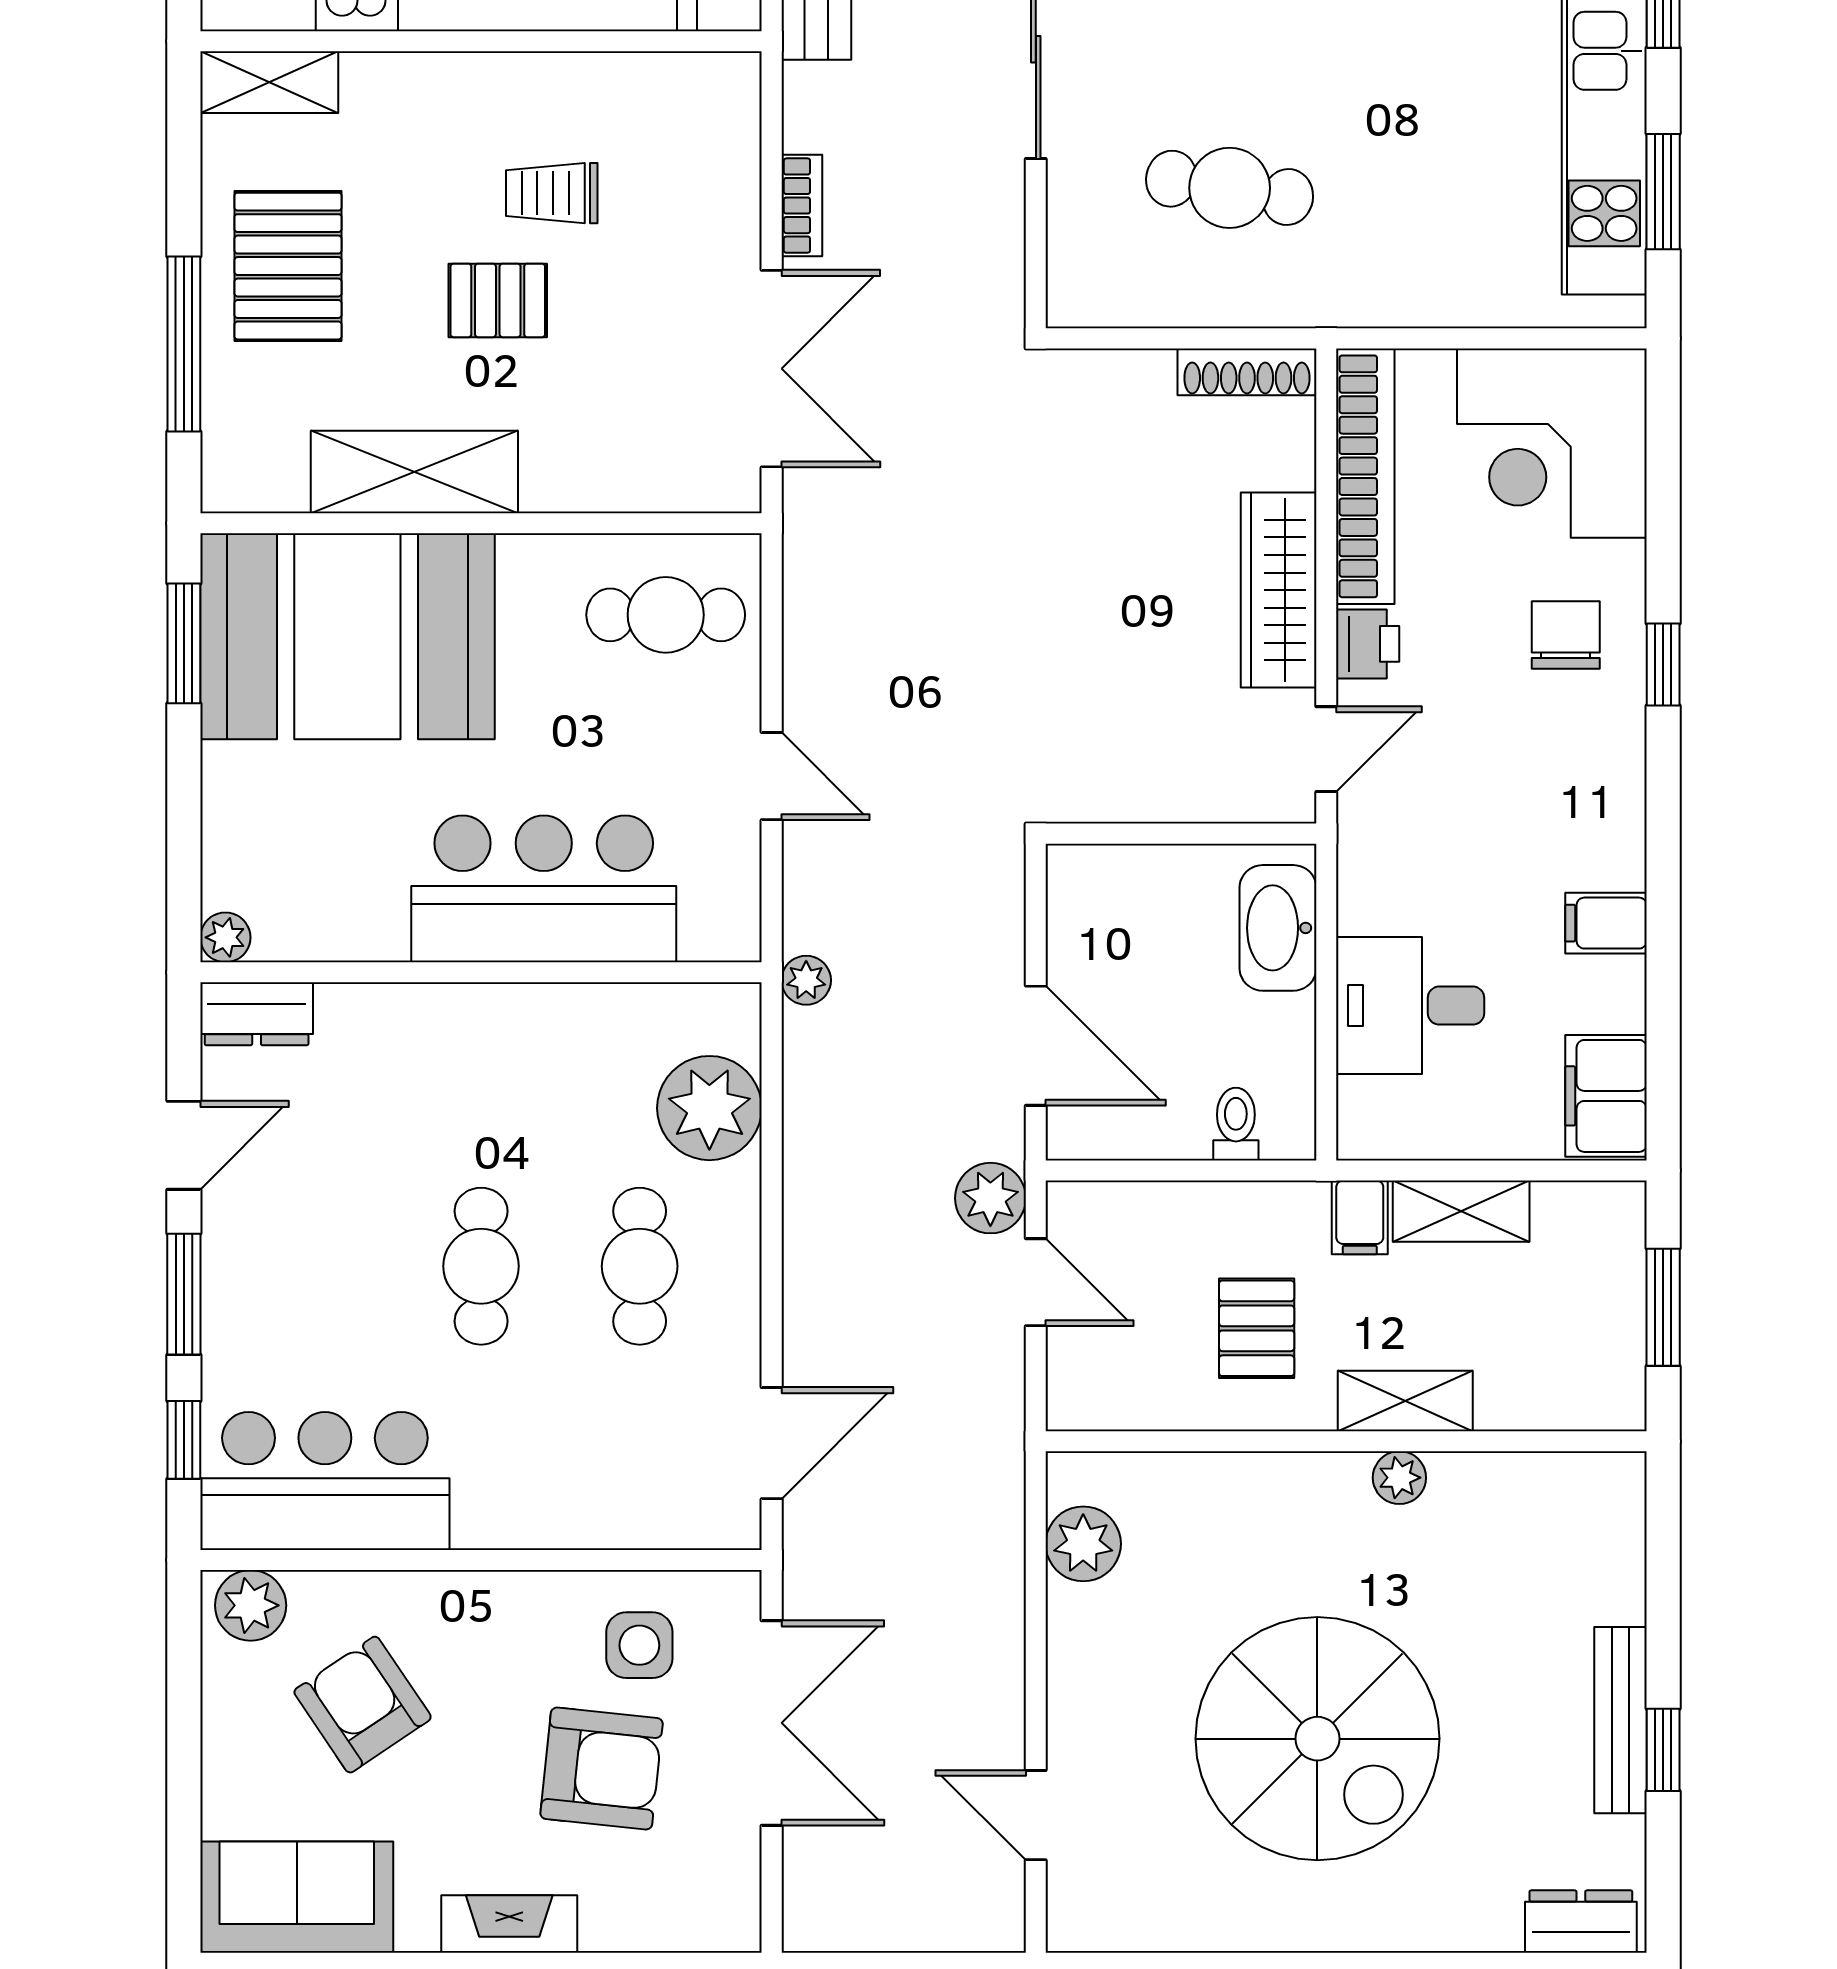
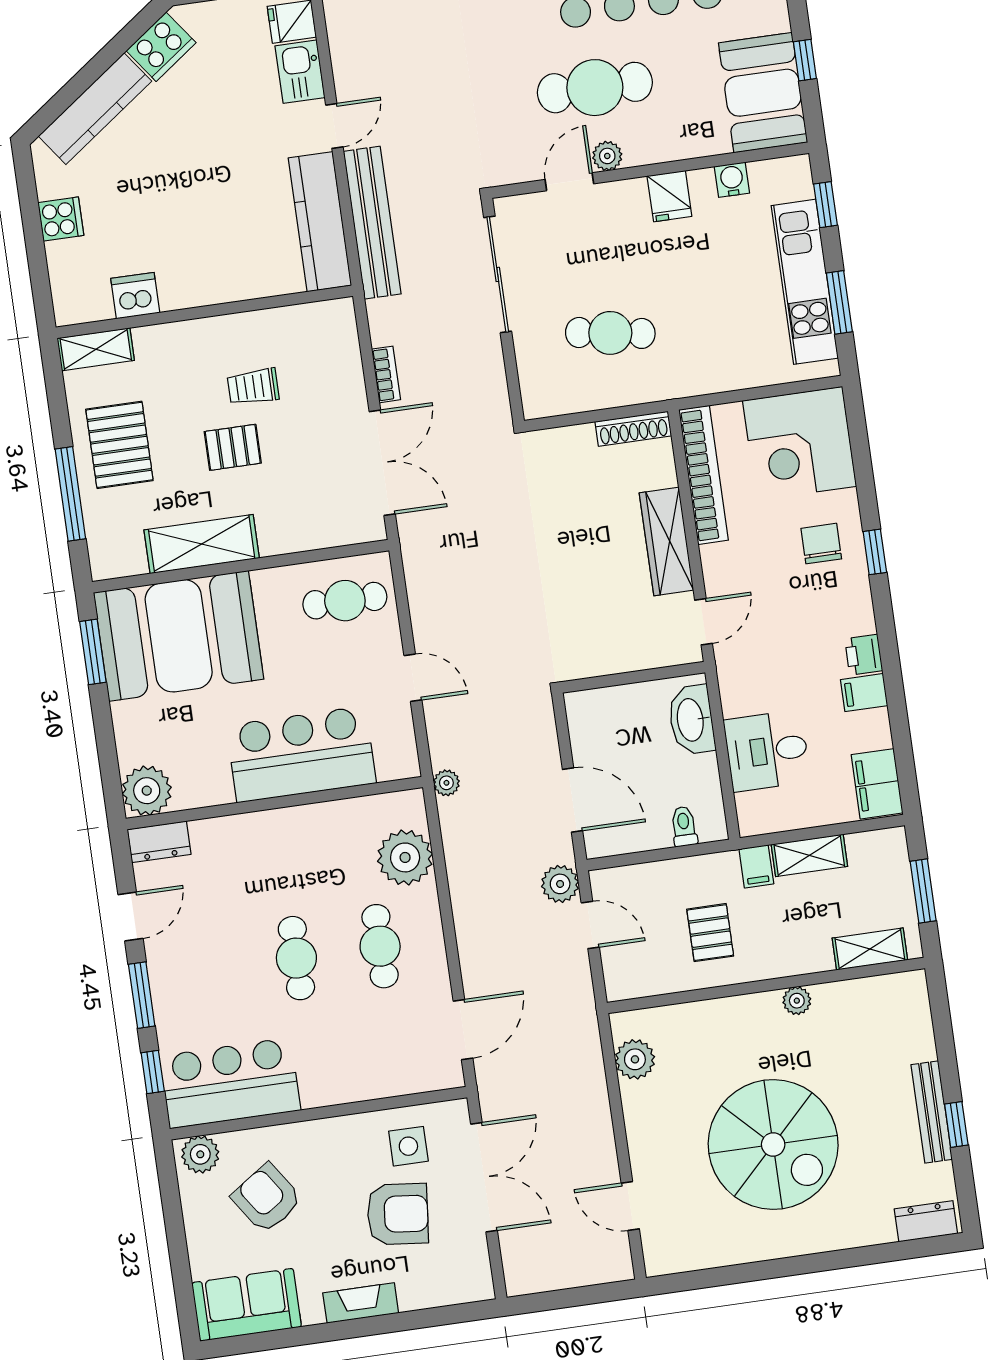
printer: (1368, 644) -> (864, 655), moved, turned 180
plant: (225, 937) -> (147, 791), width x1.87, depth x1.87
shelving: (1405, 1401) -> (870, 949), moved

